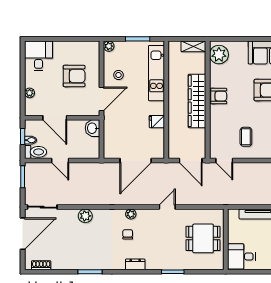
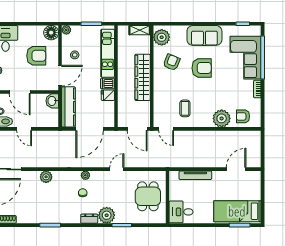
floor lamp: (91, 49) -> (51, 33), added
armchair: (219, 96) -> (172, 62), moved, turned -68
dishwasher: (156, 108) -> (107, 84), added
kitchen counter: (111, 135) -> (68, 107), added
dining table: (203, 238) -> (148, 196), turned 90
plant: (155, 260) -> (107, 215), added

